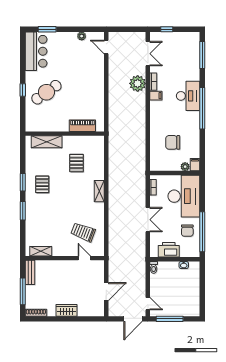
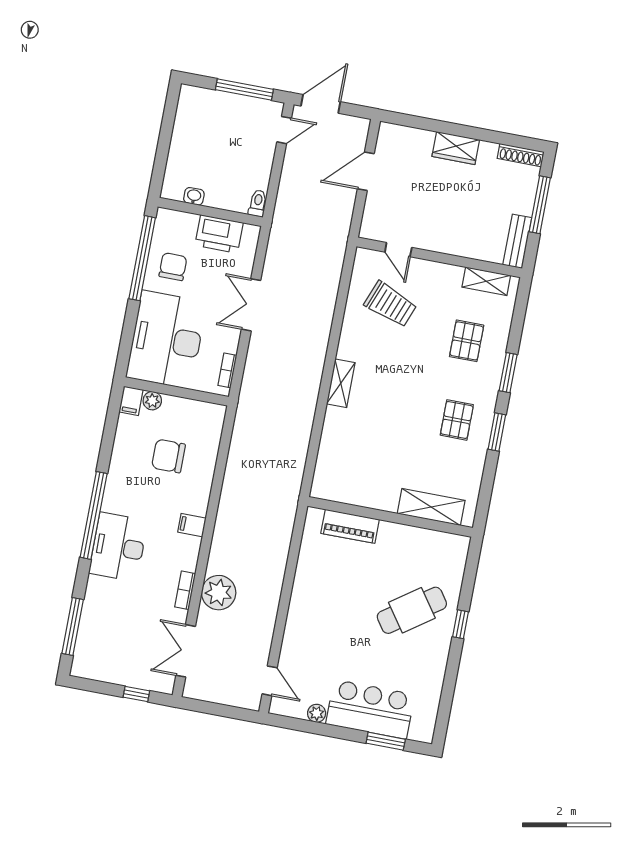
bar counter: (36, 51) -> (370, 709), moved, turned 90
filing cabinet: (156, 96) -> (192, 525), moved
chair: (173, 142) -> (168, 456), turned 180
pallet: (76, 163) -> (467, 341), moved
door: (148, 304) -> (284, 130), swing flipped

